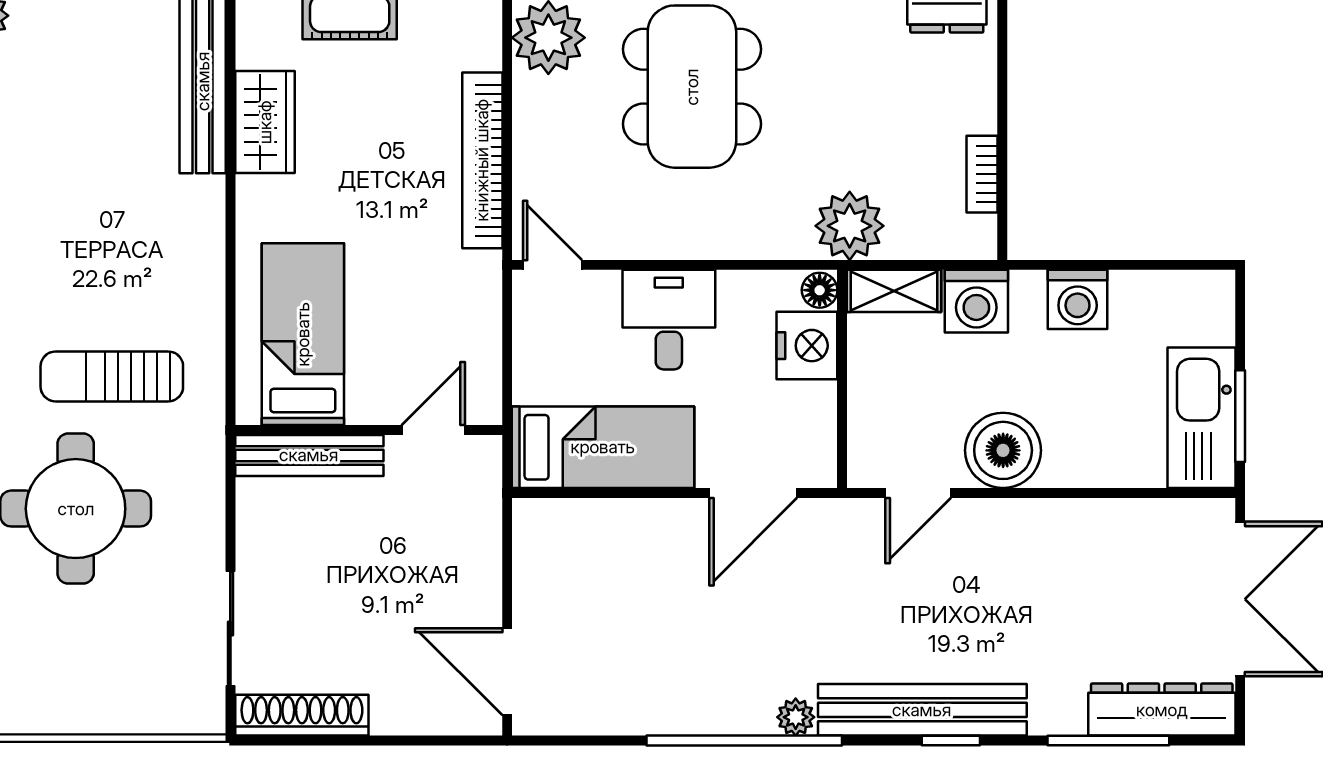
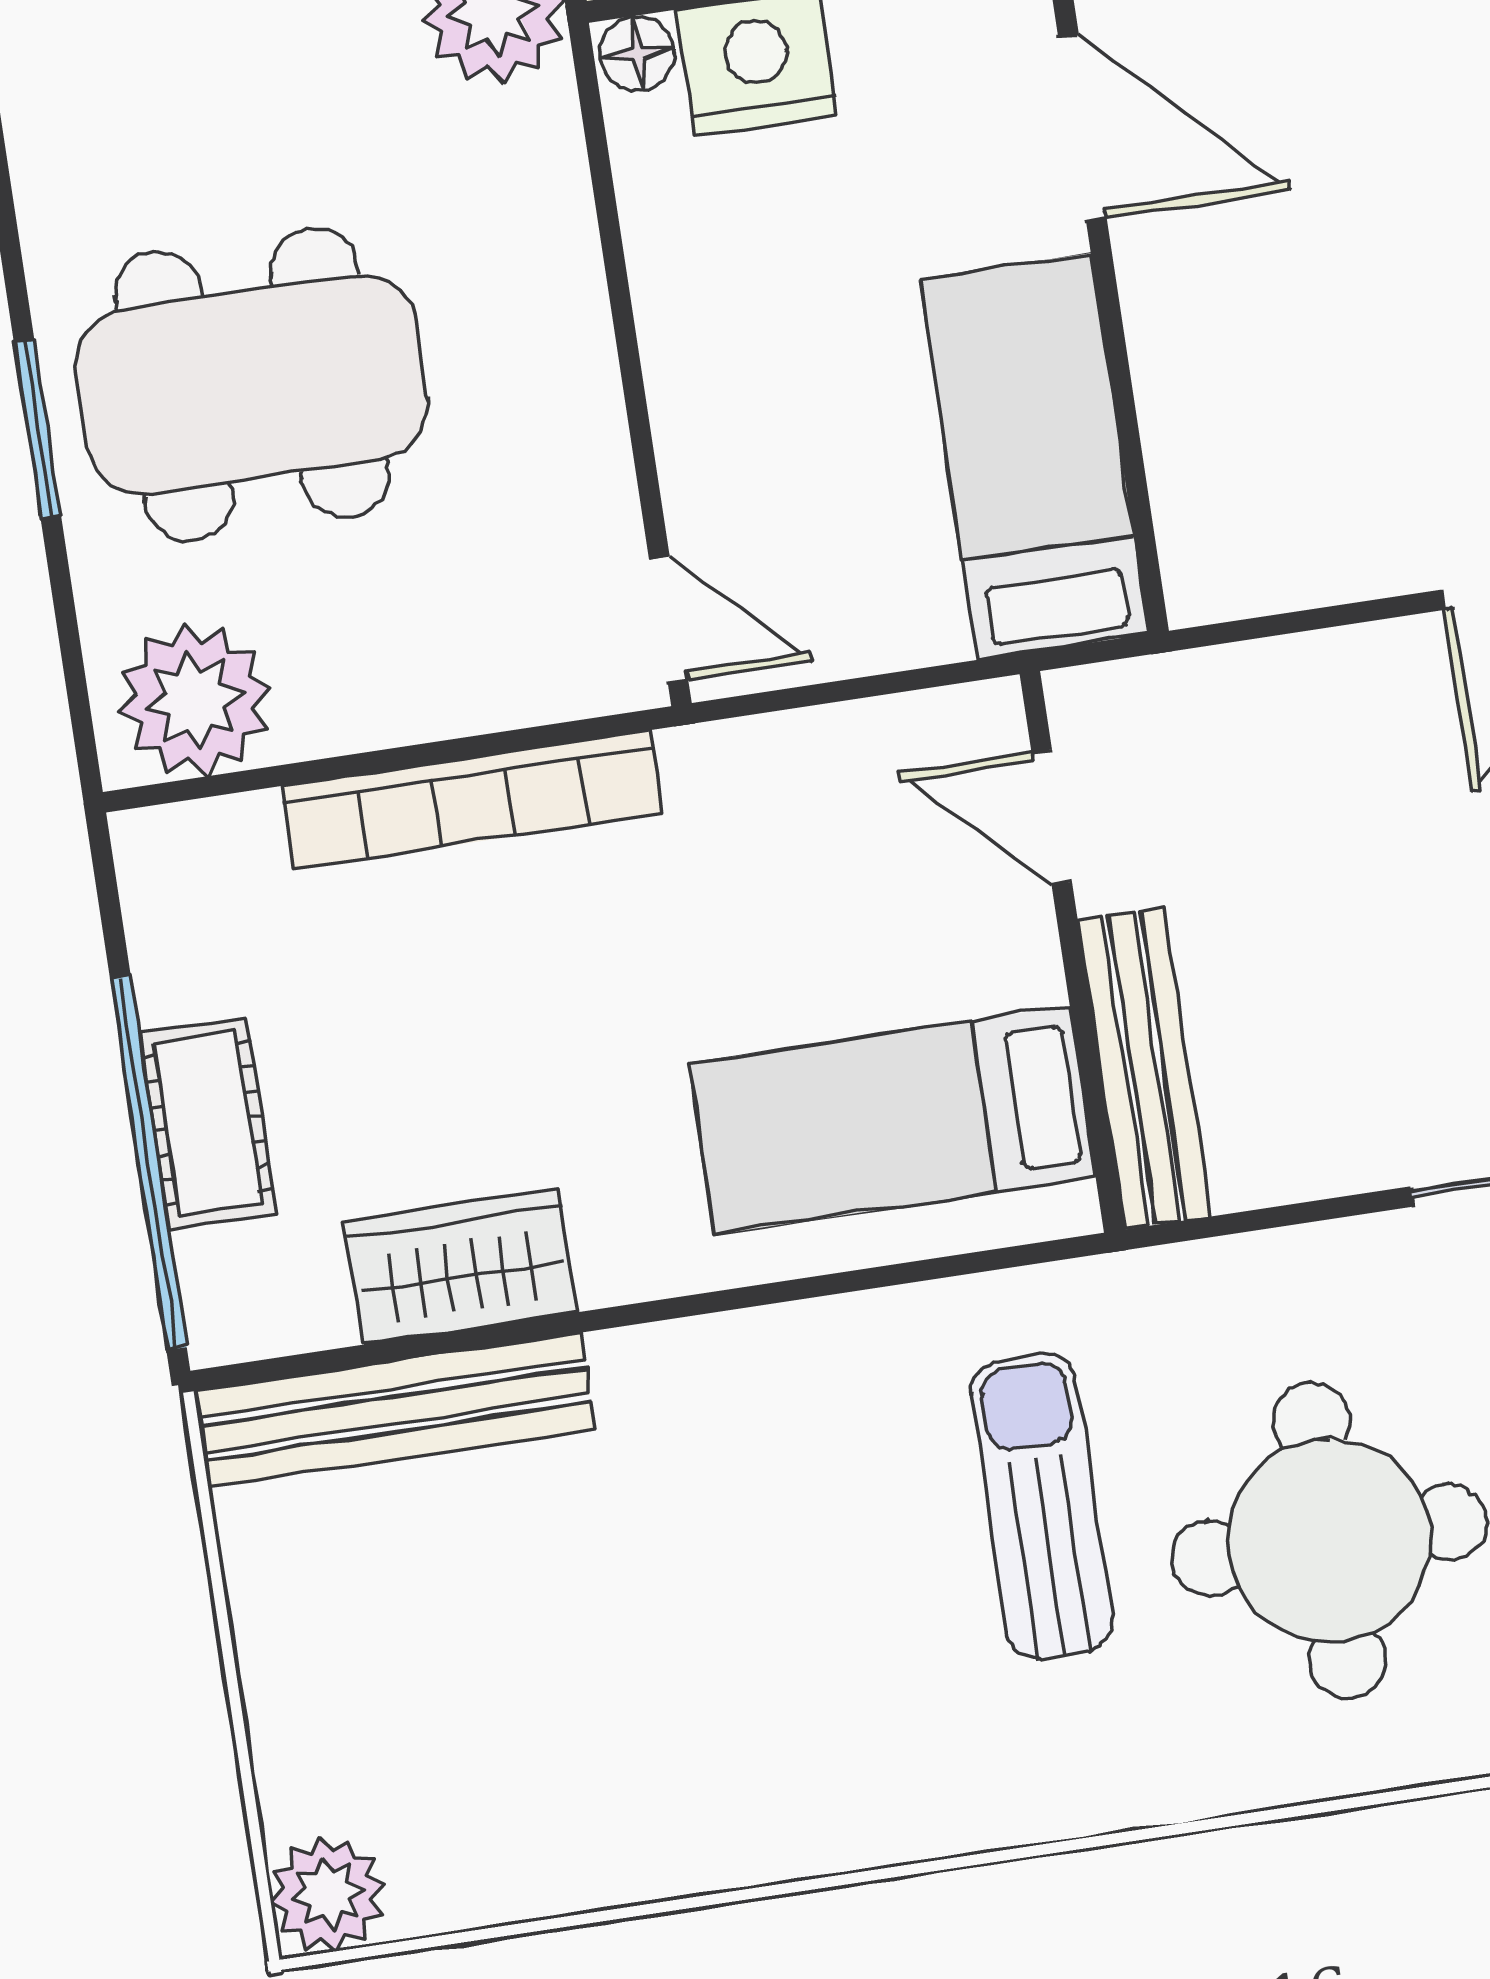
door: (553, 265) -> (669, 620), swing flipped
desk: (669, 320) -> (746, 359), removed
sun lounger: (112, 376) -> (1041, 1506), turned 180

